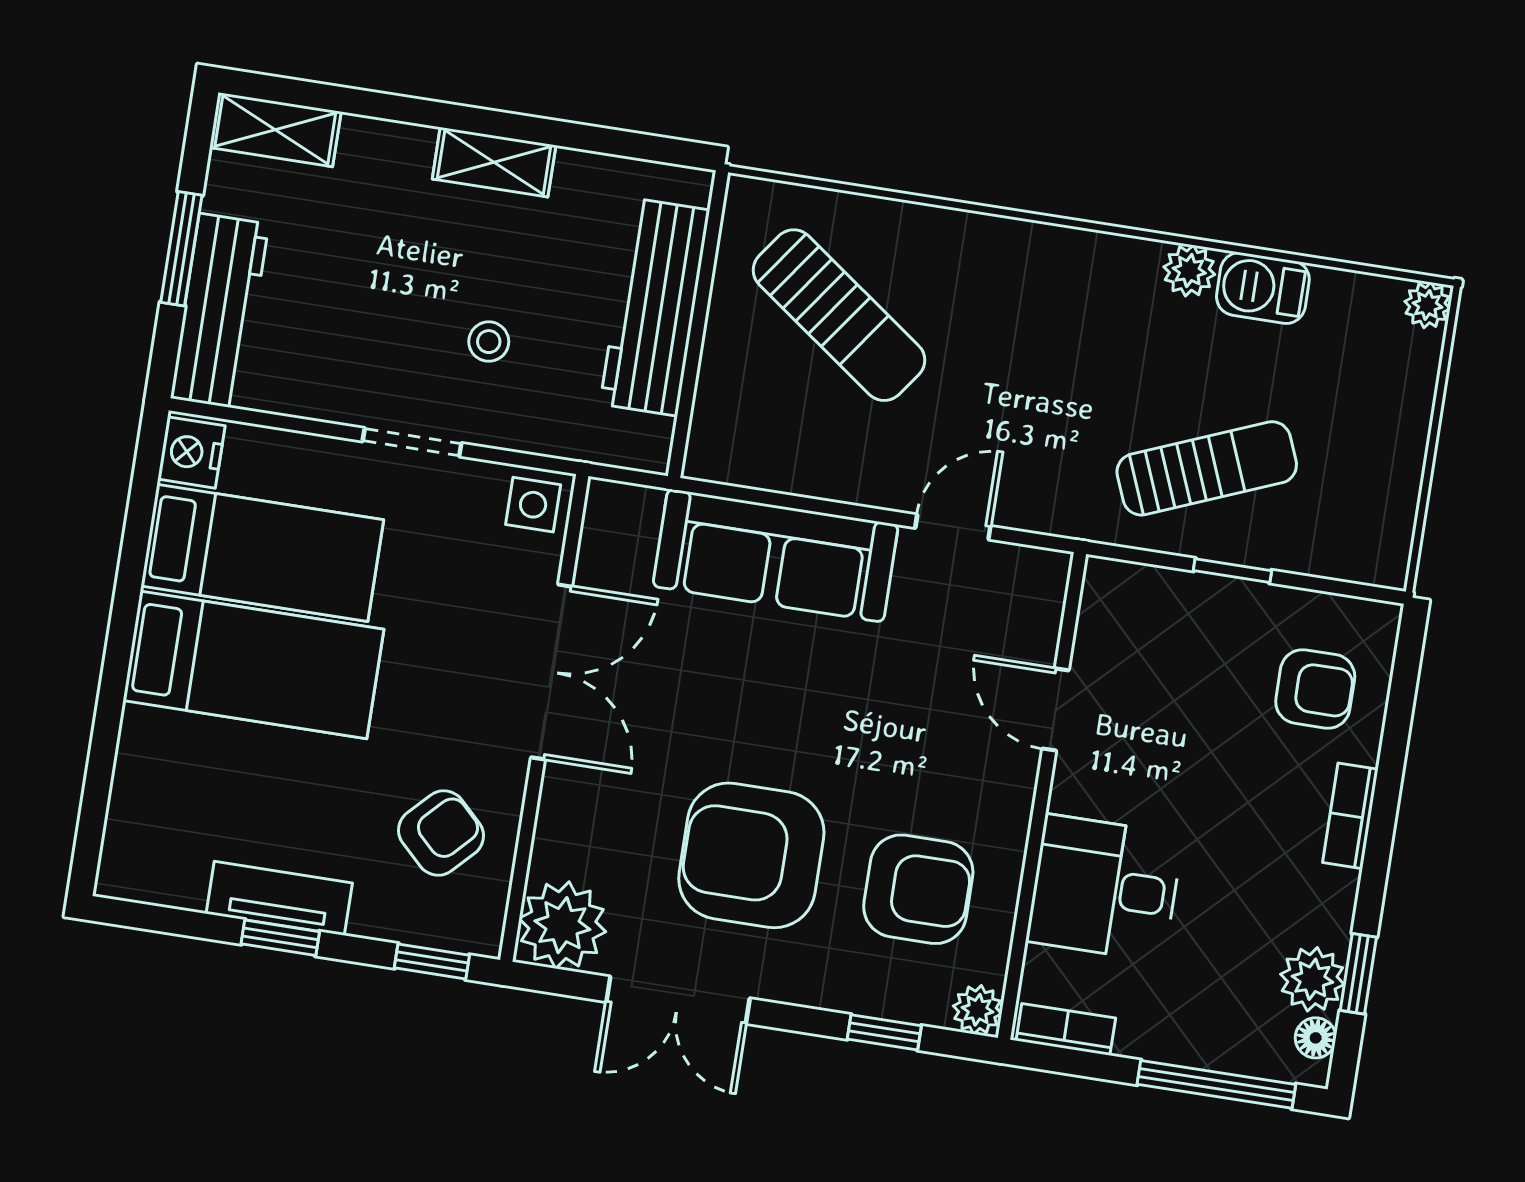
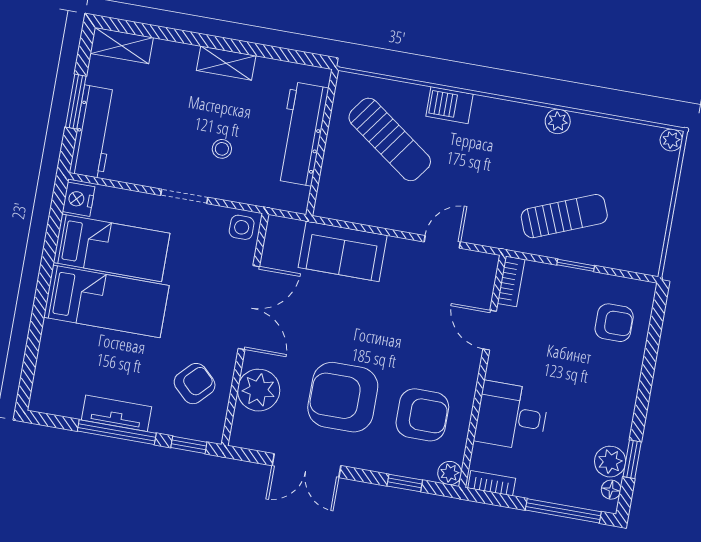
barbecue: (1263, 288) -> (449, 105), moved
sofa: (776, 556) -> (343, 251), width x0.73
bookcase: (1350, 816) -> (511, 281), moved, turned 180
plant: (562, 925) -> (259, 390), moved
window: (280, 938) -> (117, 432), width x2.17

